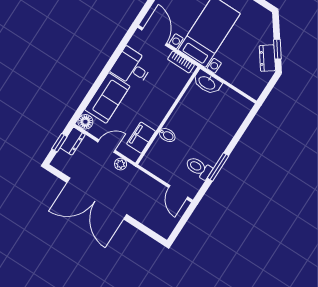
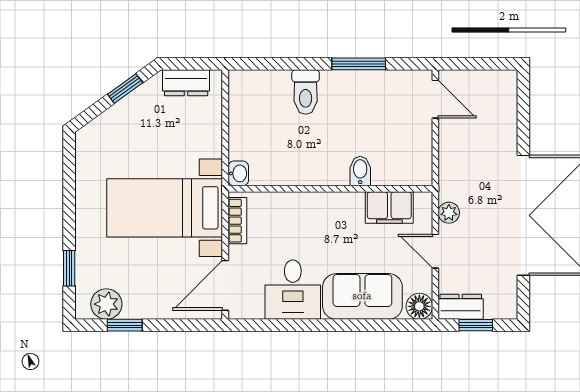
dresser: (267, 58) -> (186, 83), moved, turned 36
washbasin: (207, 82) -> (238, 173), width x0.52, depth x0.69
toilet: (199, 168) -> (306, 92), moved
door: (178, 192) -> (435, 99), hinge flipped

